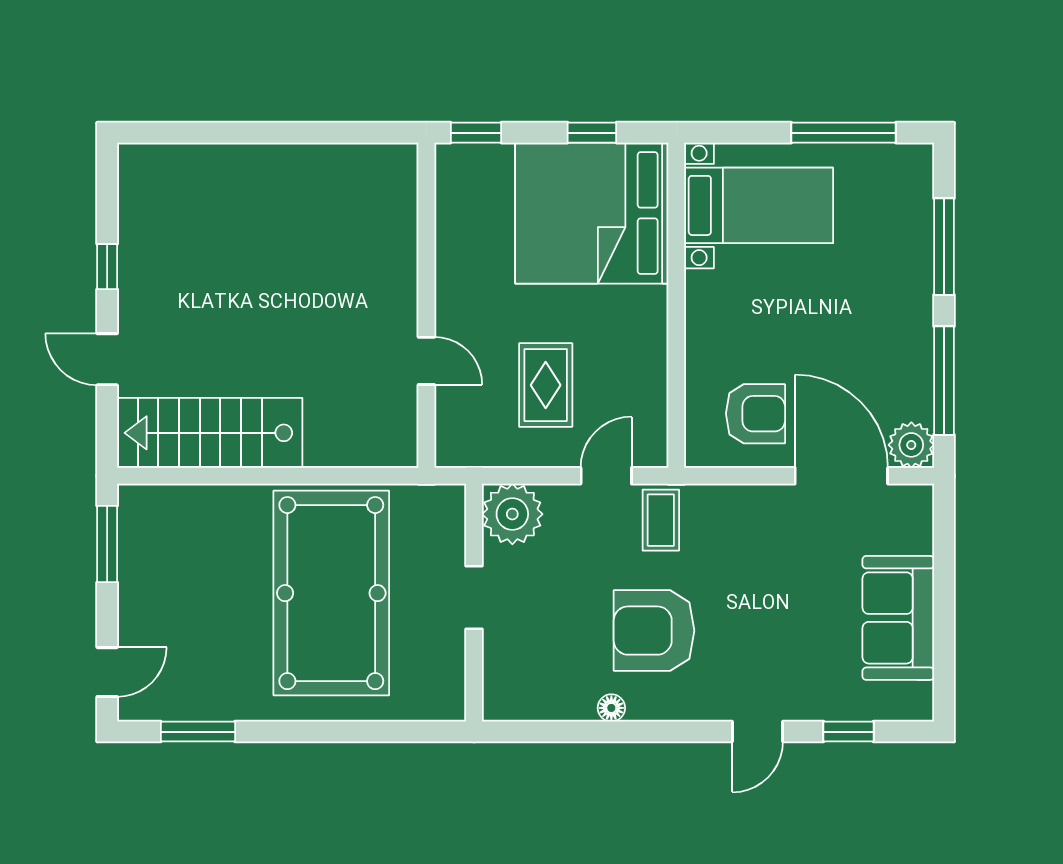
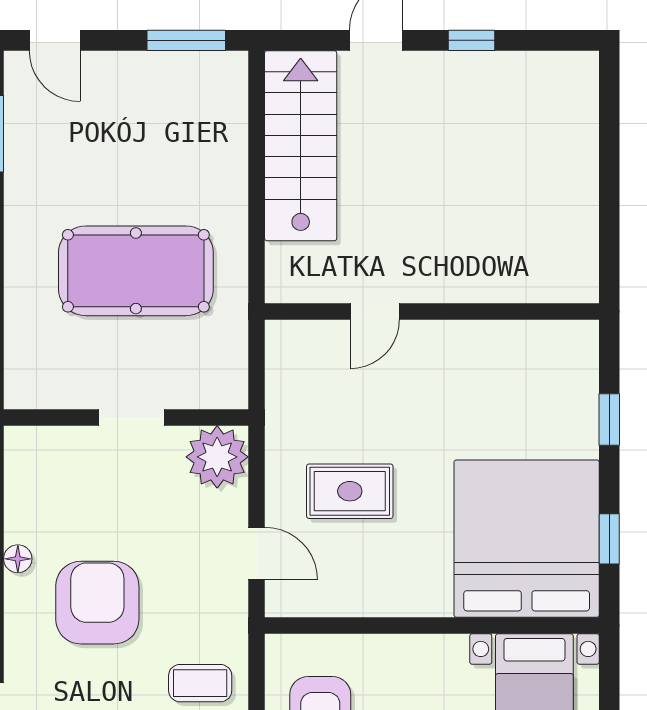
wall: (426, 305) -> (432, 312), moved
door: (426, 361) -> (375, 312), moved
coffee table: (661, 520) -> (200, 683), moved
pool table: (331, 593) -> (136, 271), width x0.73, depth x0.76

